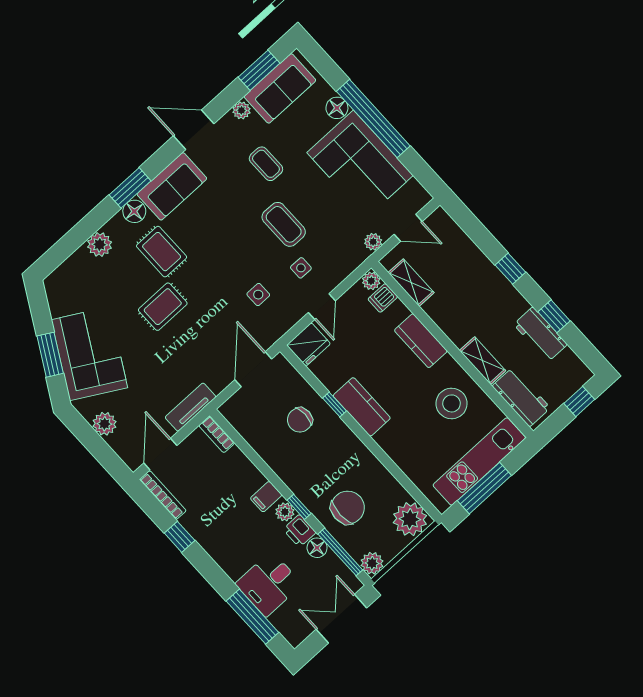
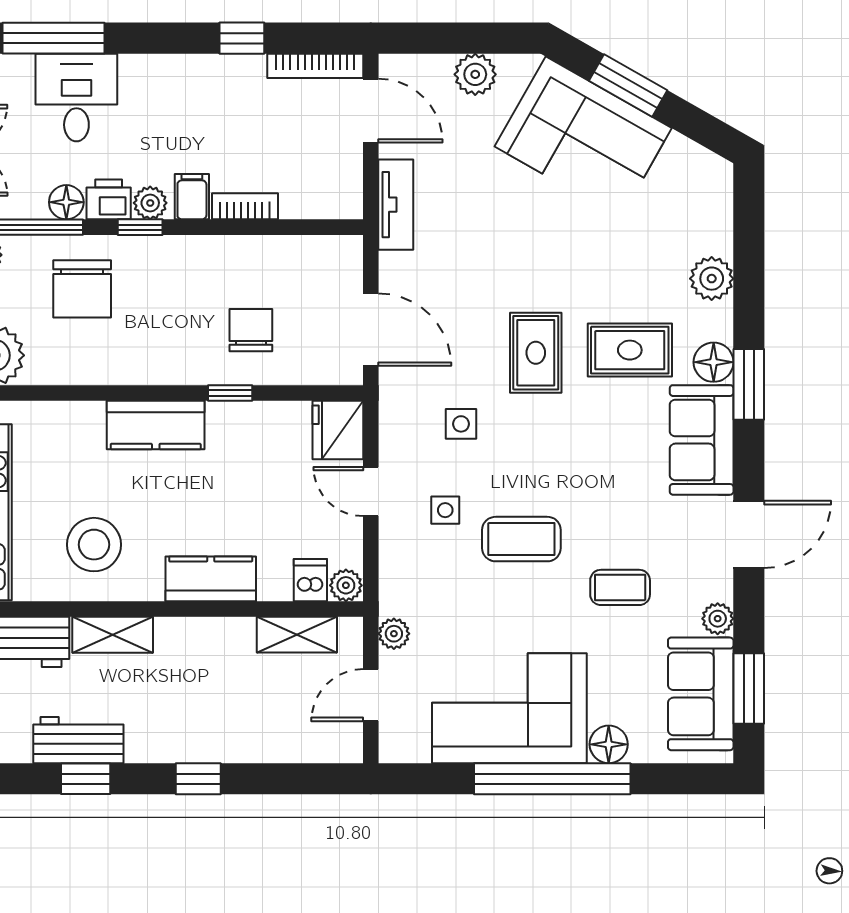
rug: (163, 307) -> (536, 353), moved
kitchen counter: (362, 407) -> (156, 425), moved
bookcase: (217, 434) -> (245, 206), moved

